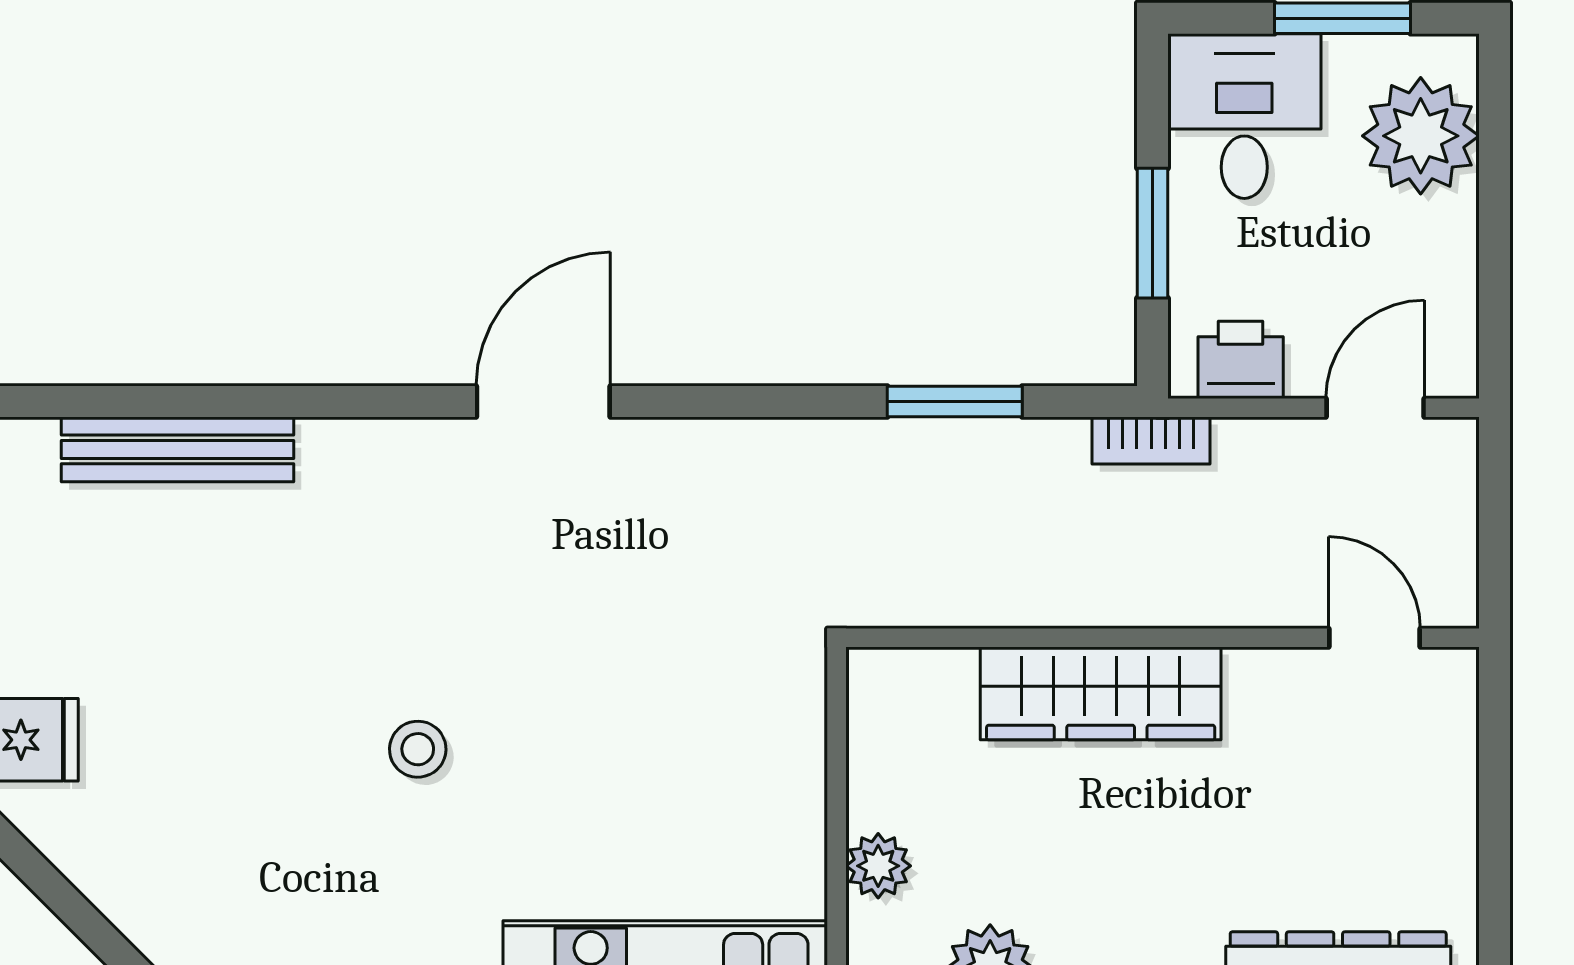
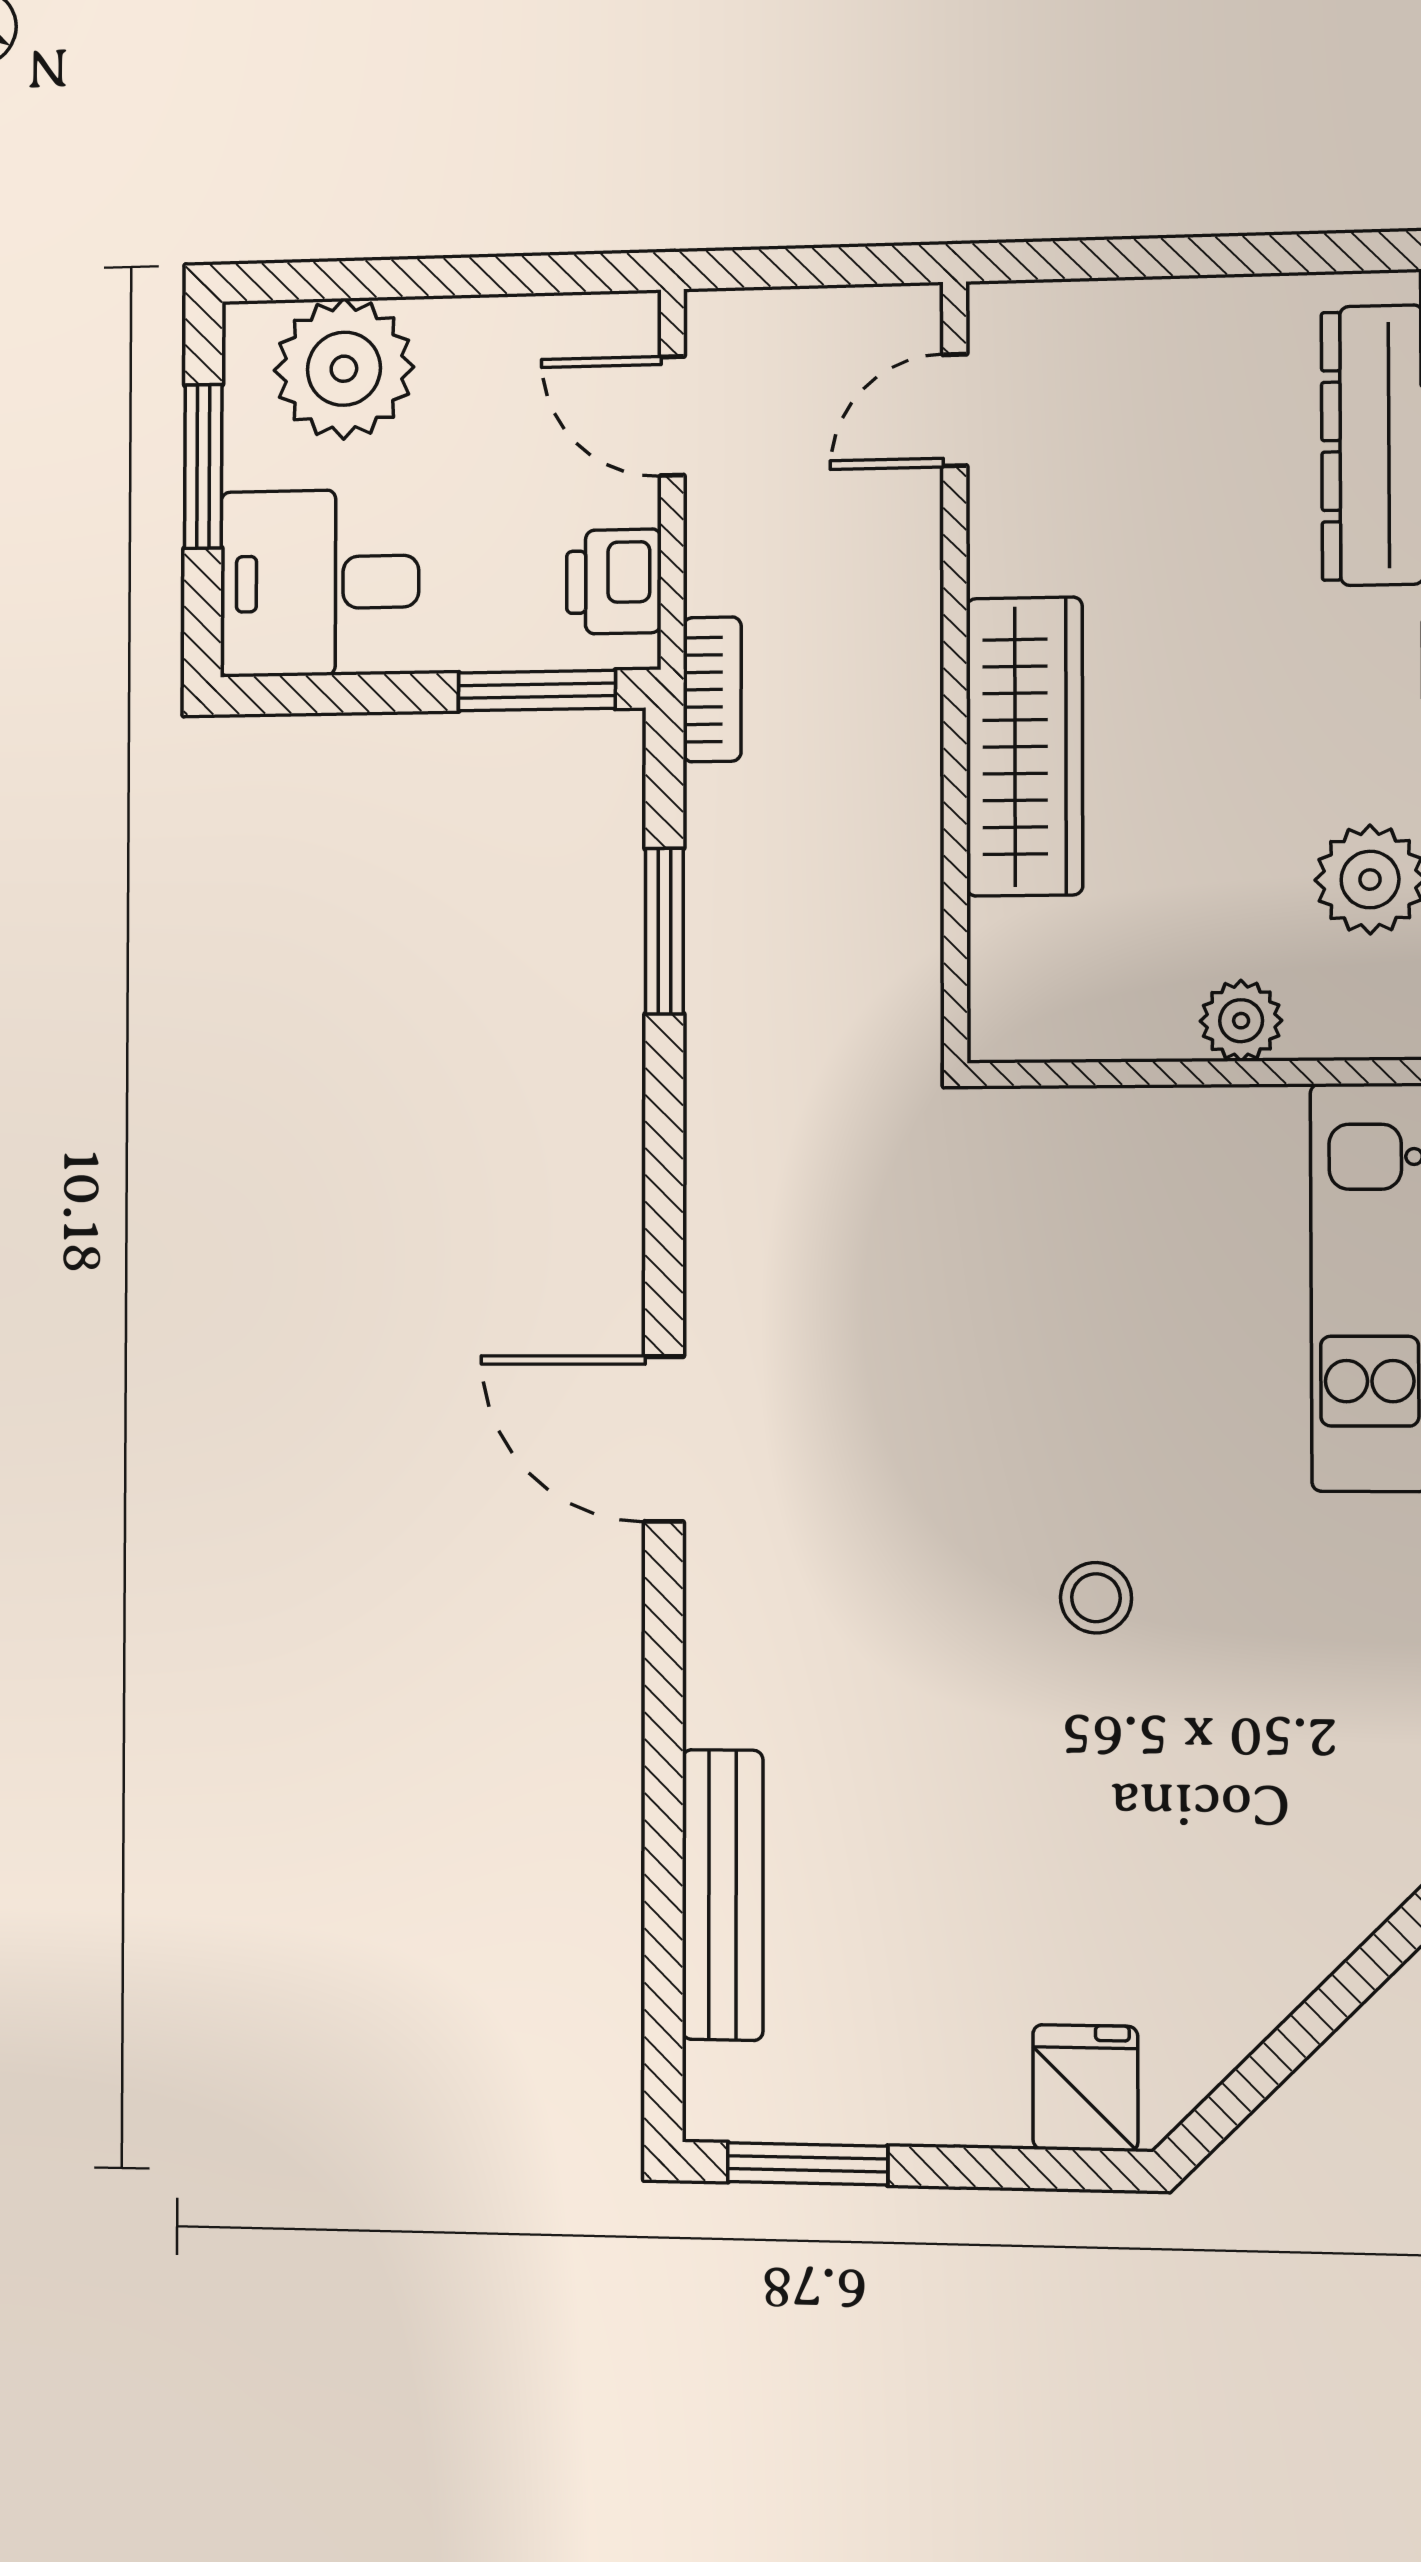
window: (1152, 233) -> (537, 691), moved

